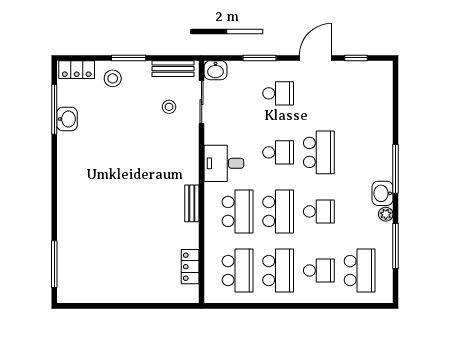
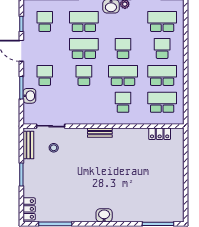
washbasin: (216, 70) -> (29, 96), moved
stool: (113, 78) -> (35, 185), removed
school desk: (360, 93) -> (45, 21), added
washbasin: (67, 119) -> (104, 215), moved
school desk: (360, 152) -> (84, 21), added
desk: (224, 163) -> (91, 111), removed
bench: (192, 203) -> (100, 133), moved
school desk: (237, 211) -> (123, 102), width x0.54

